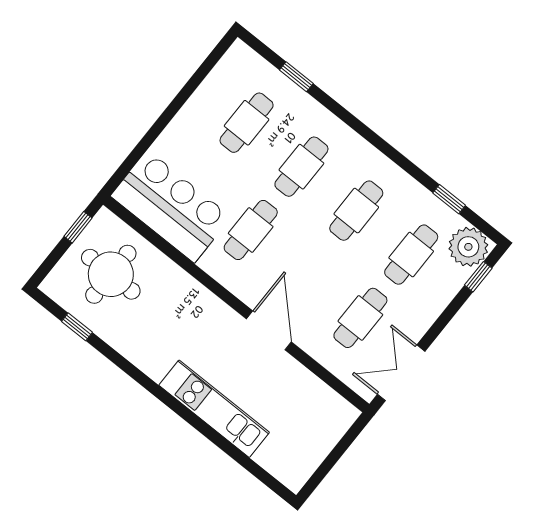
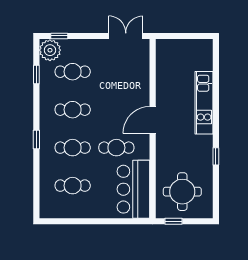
window: (296, 77) -> (36, 140), moved
cafe table: (360, 318) -> (116, 72), removed
window: (77, 327) -> (216, 156), moved
door: (269, 330) -> (153, 120), moved
double door: (401, 373) -> (126, 36), swing flipped

